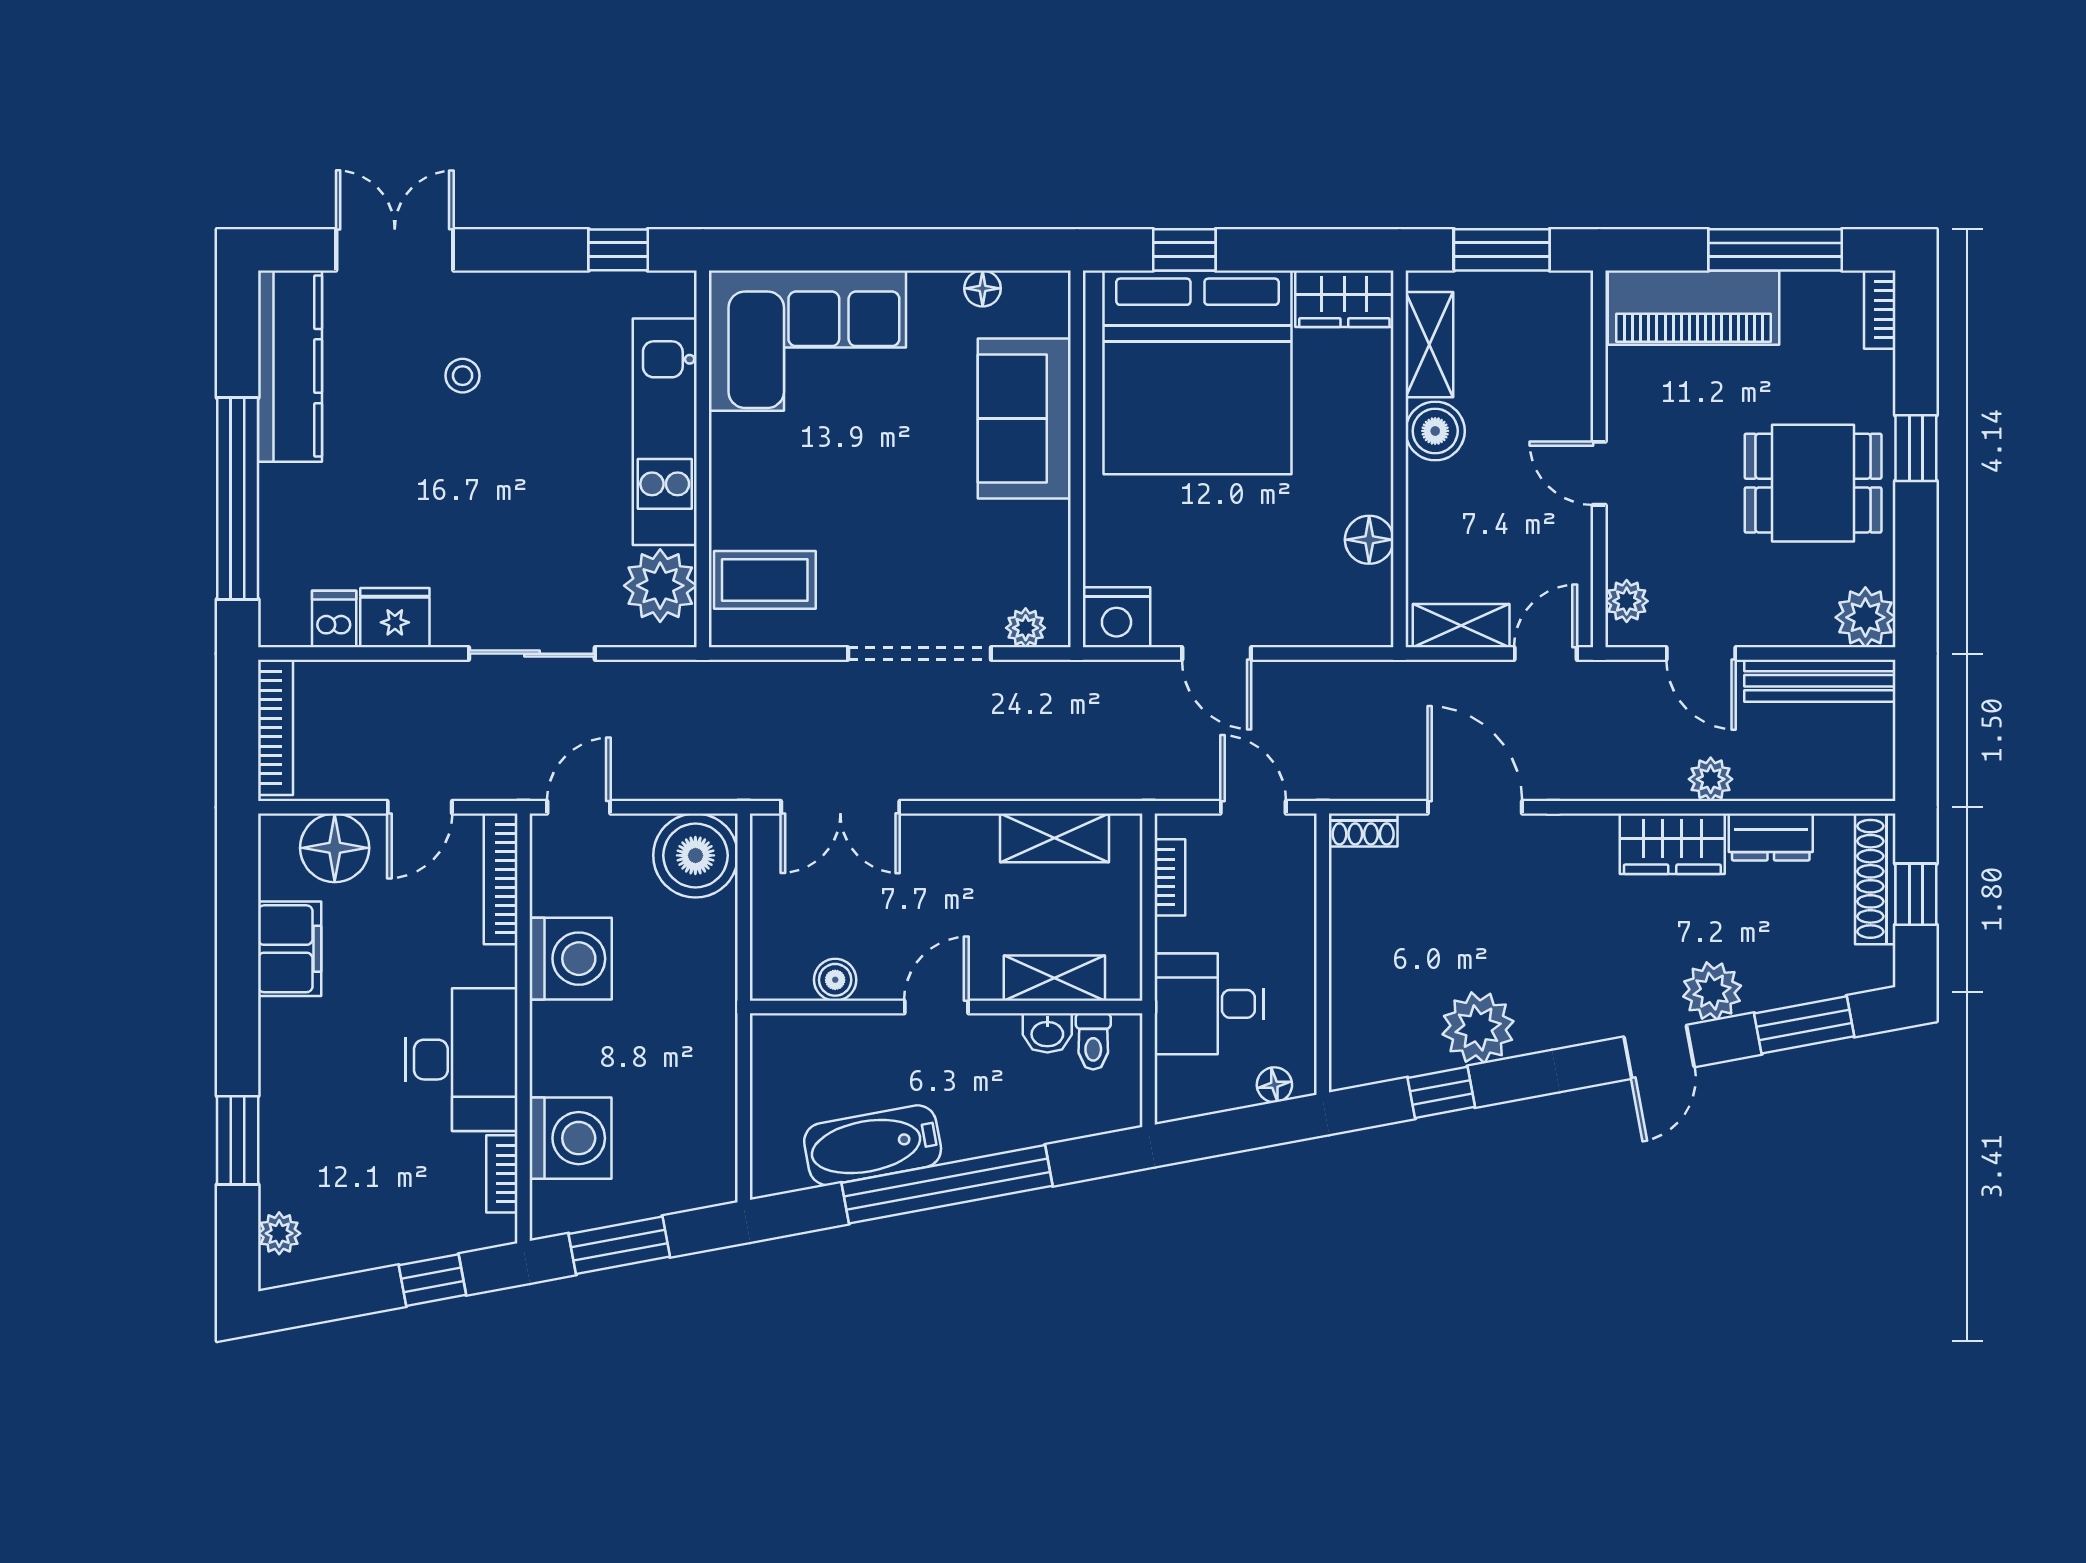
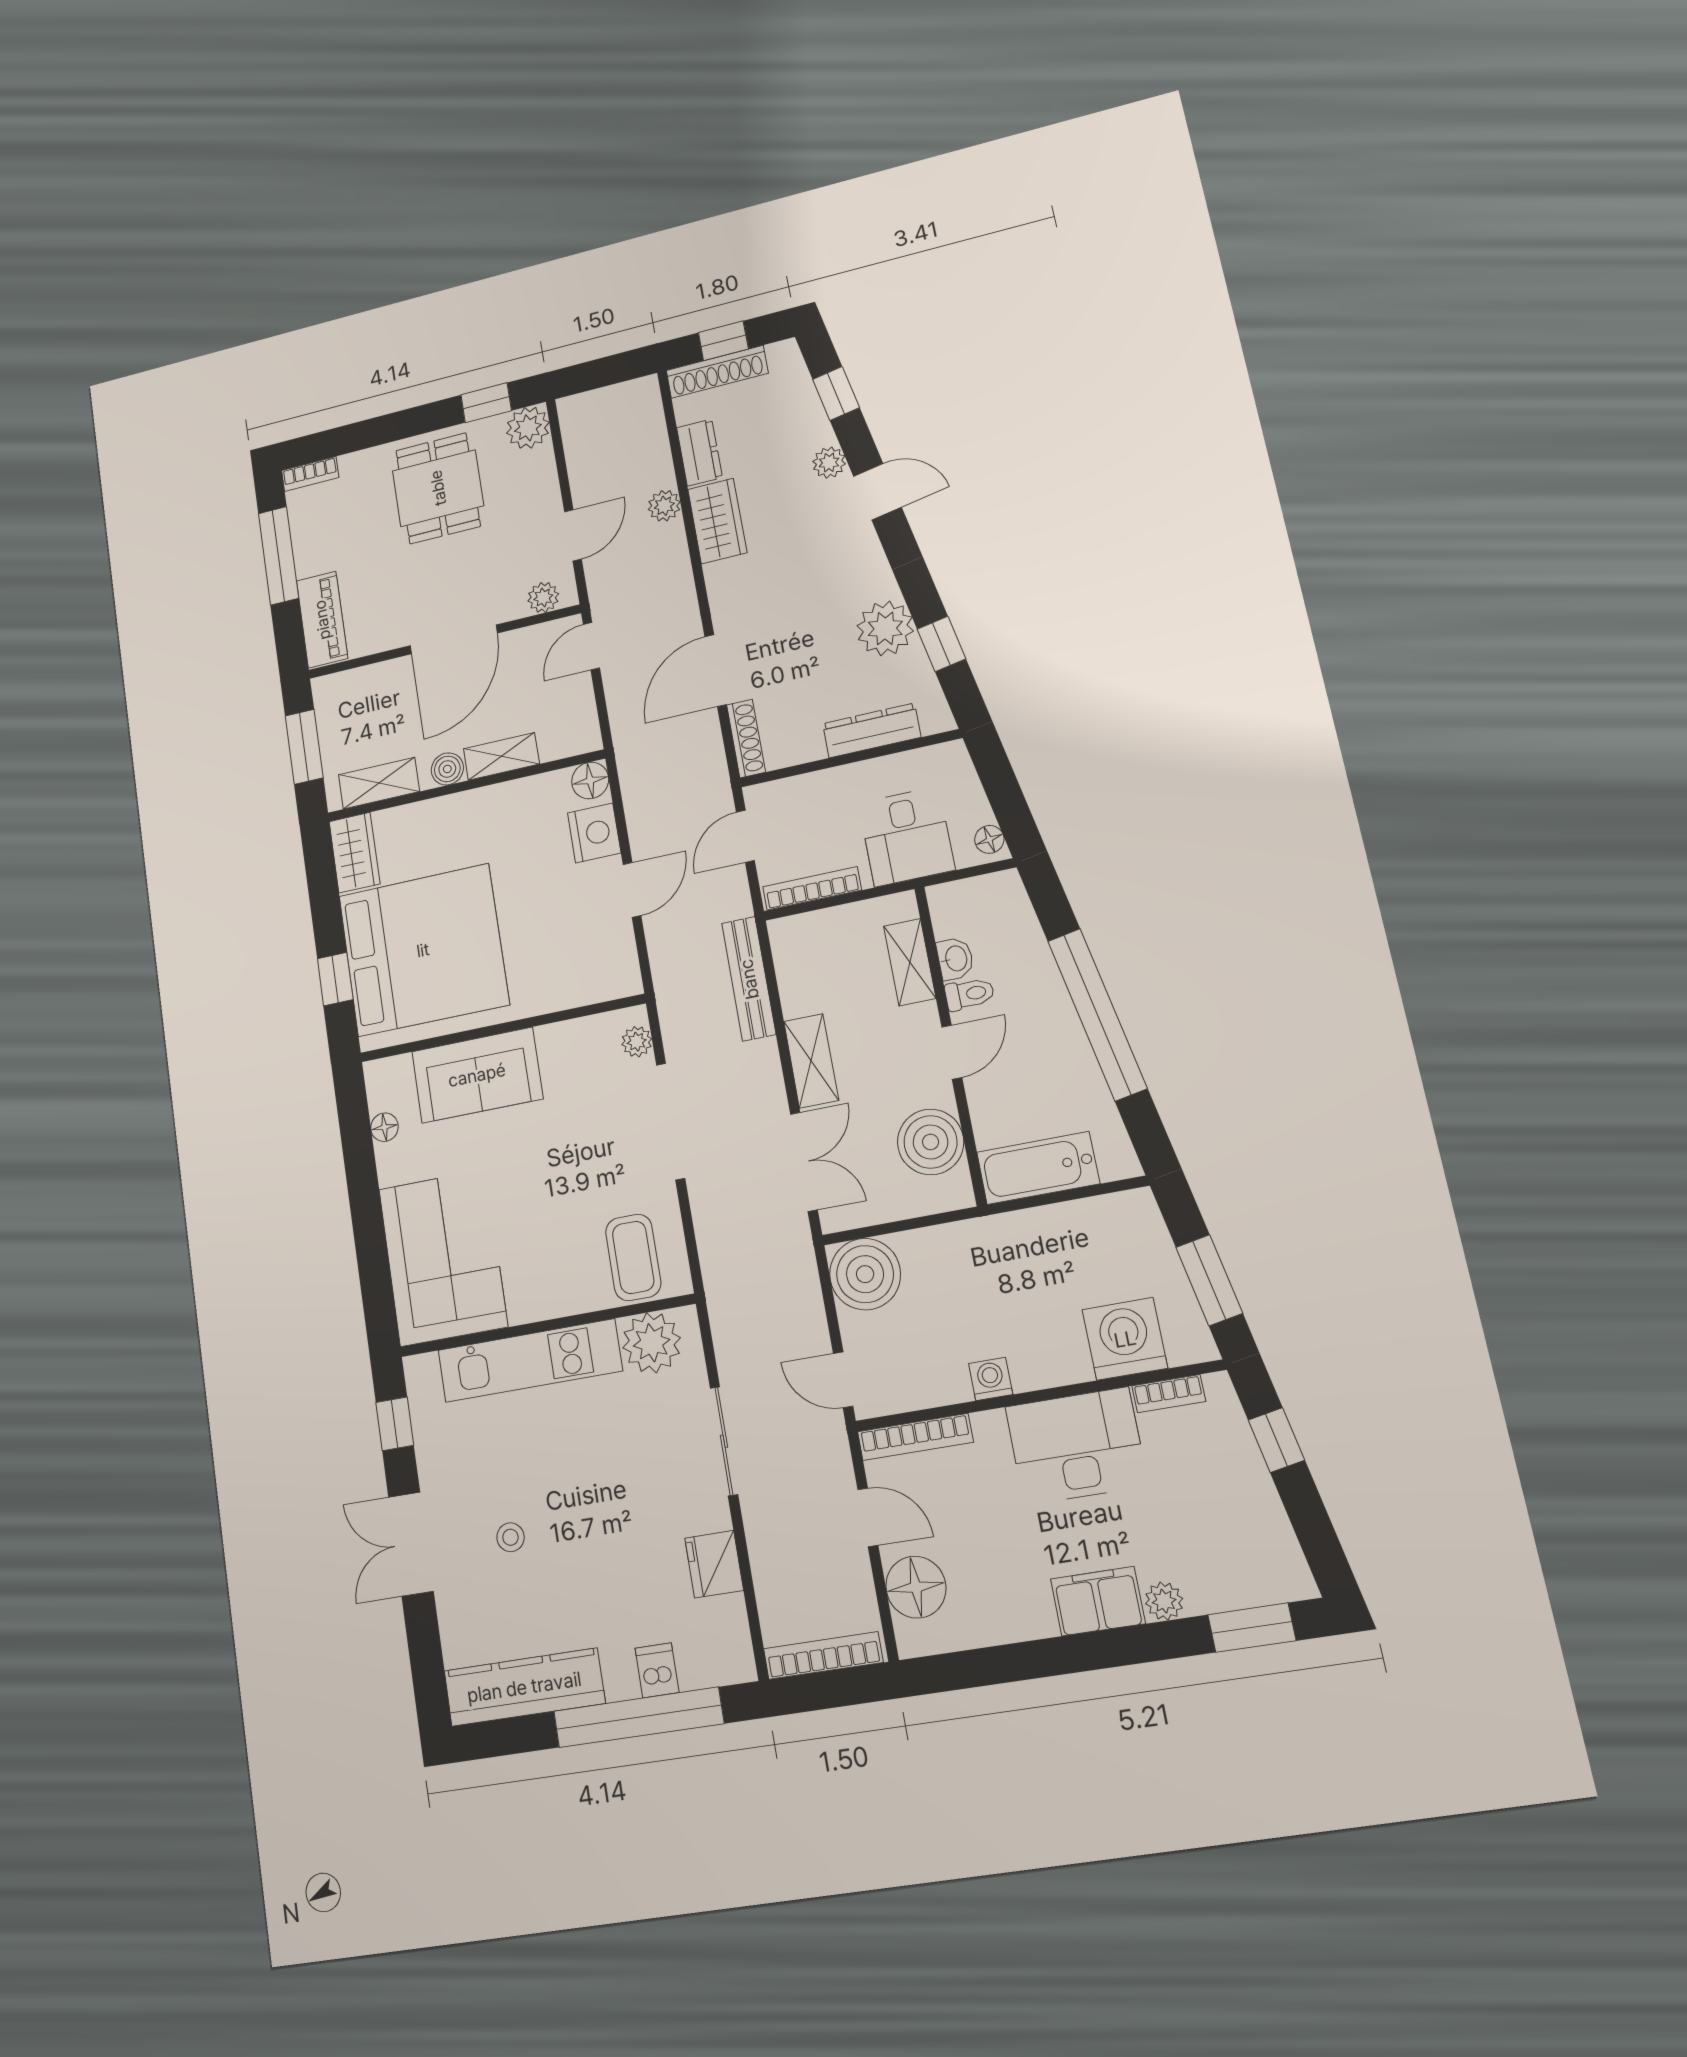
double door: (395, 250) -> (411, 1544), moved
piano: (1694, 308) -> (322, 620), width x0.73, depth x0.75
boiler: (1435, 431) -> (447, 769), width x0.73, depth x0.73
window: (1916, 448) -> (486, 403), moved
door: (1599, 473) -> (454, 639), width x1.88
floor lamp: (1369, 540) -> (590, 780), moved
nightstand: (1116, 617) -> (594, 833), moved
dishwasher: (334, 619) -> (657, 1670), moved, turned 90
shelving: (1461, 626) -> (501, 756), moved, turned 90
door: (1546, 654) -> (591, 646), hinge flipped
bench: (1820, 681) -> (749, 979), moved
shoe rack: (1363, 830) -> (746, 738), width x1.43
shelving: (1055, 838) -> (811, 1061), moved
bookcase: (1170, 877) -> (812, 888), width x1.56
filing cabinet: (290, 949) -> (1098, 1601), moved
washing machine: (571, 959) -> (991, 1379), width x0.53, depth x0.53
boiler: (835, 980) -> (931, 1142), width x1.86, depth x1.86
dresser: (1352, 987) -> (872, 730), added
plant: (1712, 991) -> (829, 463), width x0.73, depth x0.73
door: (936, 1007) -> (952, 1052), swing flipped
window: (1804, 1025) -> (836, 393), width x0.67
toilet: (1093, 1041) -> (970, 994), moved
floor lamp: (1274, 1085) -> (989, 839), moved
window: (238, 1140) -> (1252, 1628), moved
bathtub: (873, 1145) -> (1038, 1168), moved, turned 101
plant: (279, 1233) -> (1164, 1601), moved

